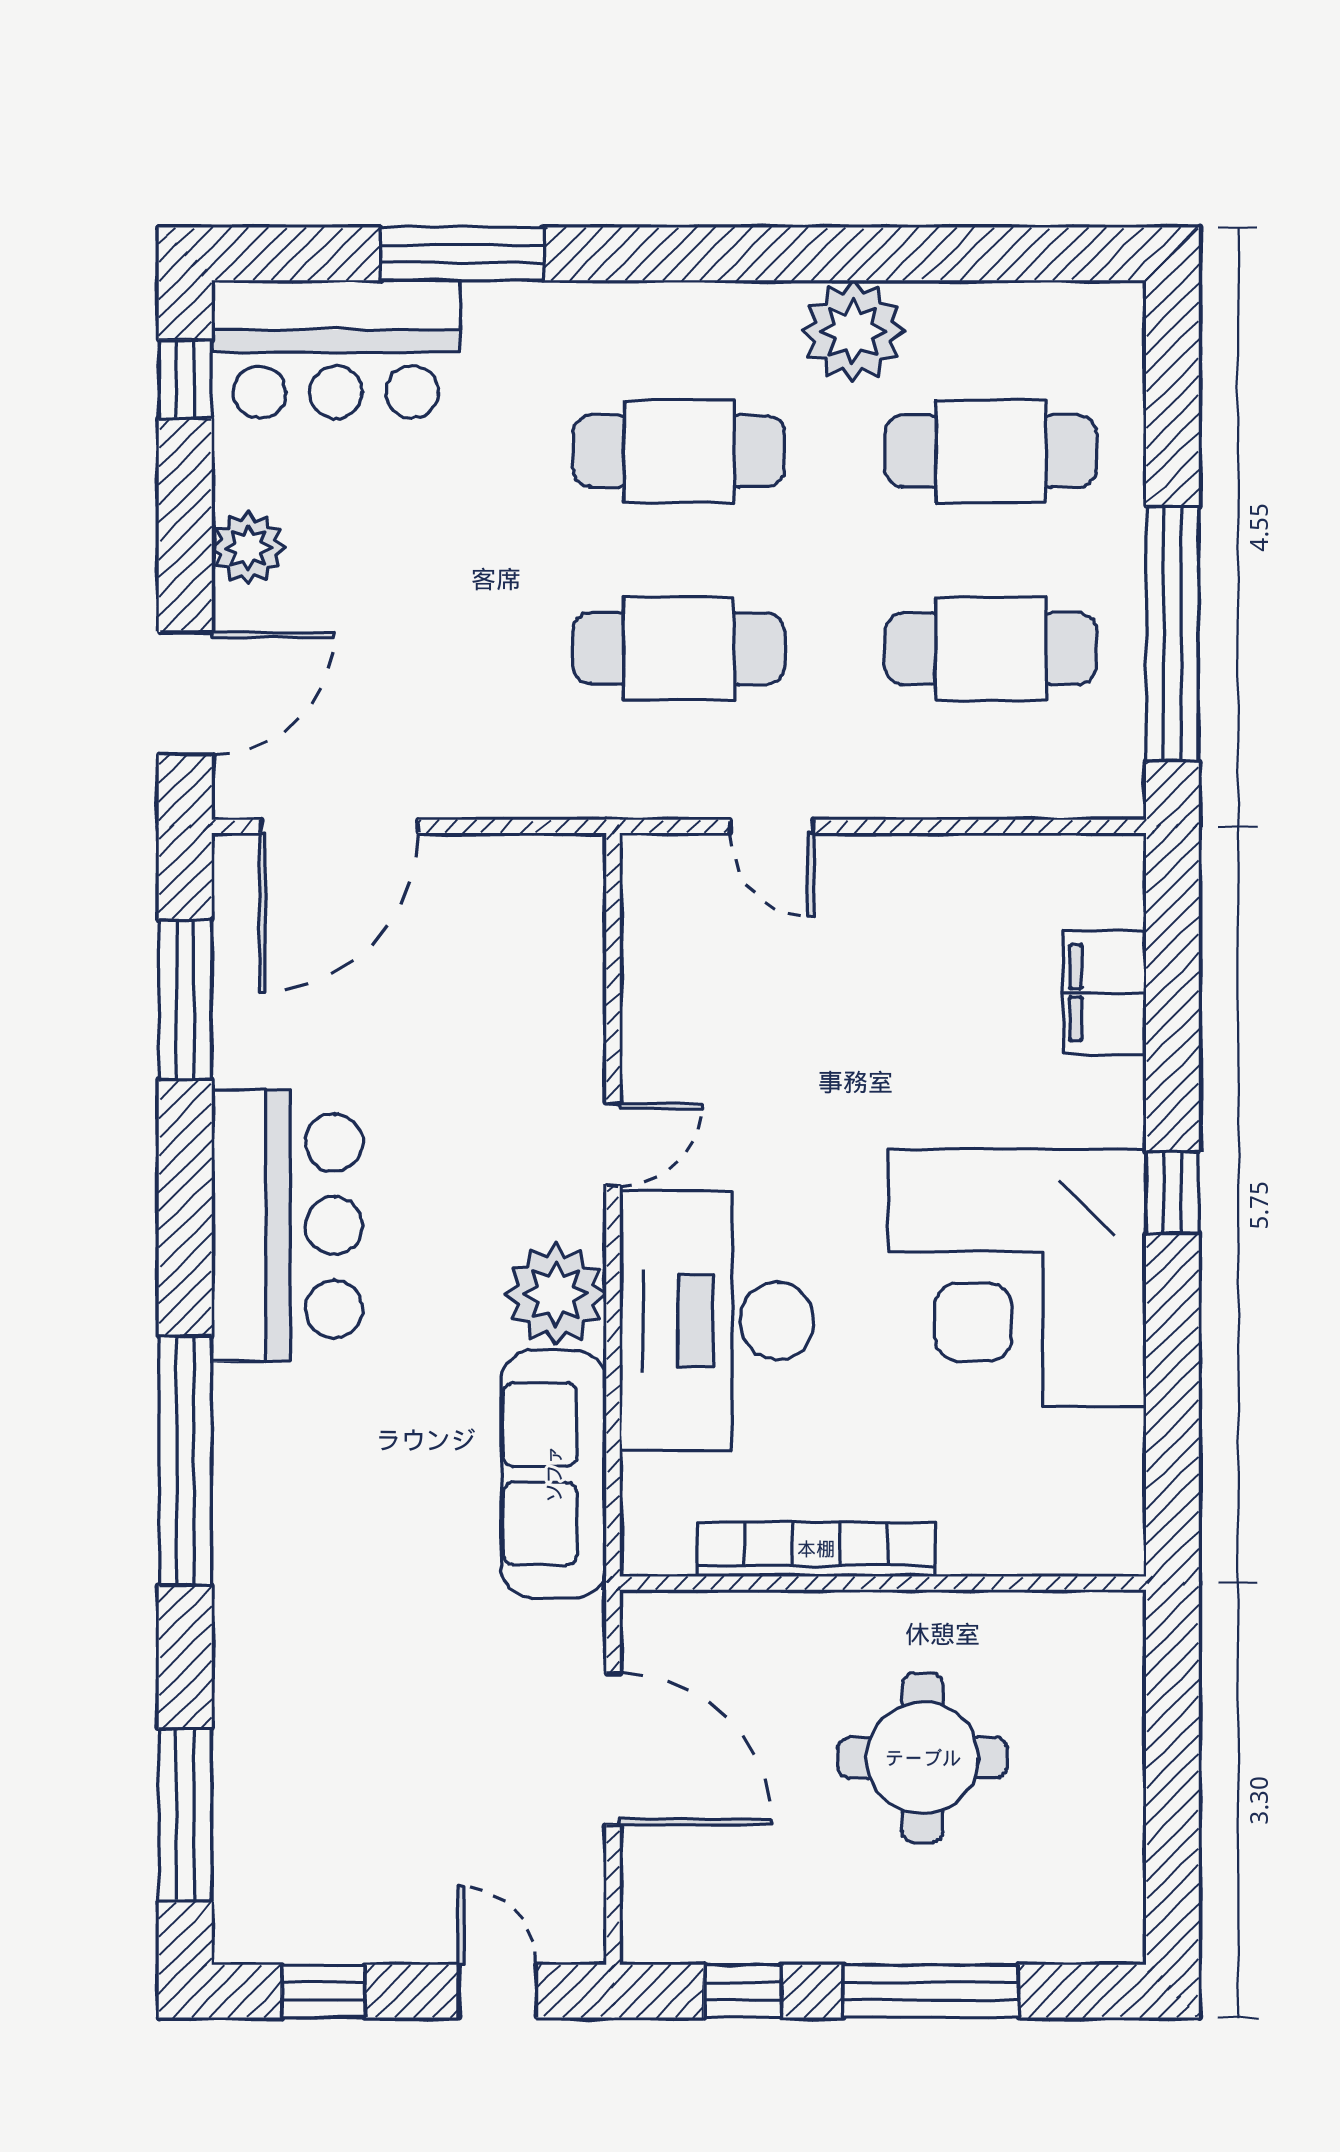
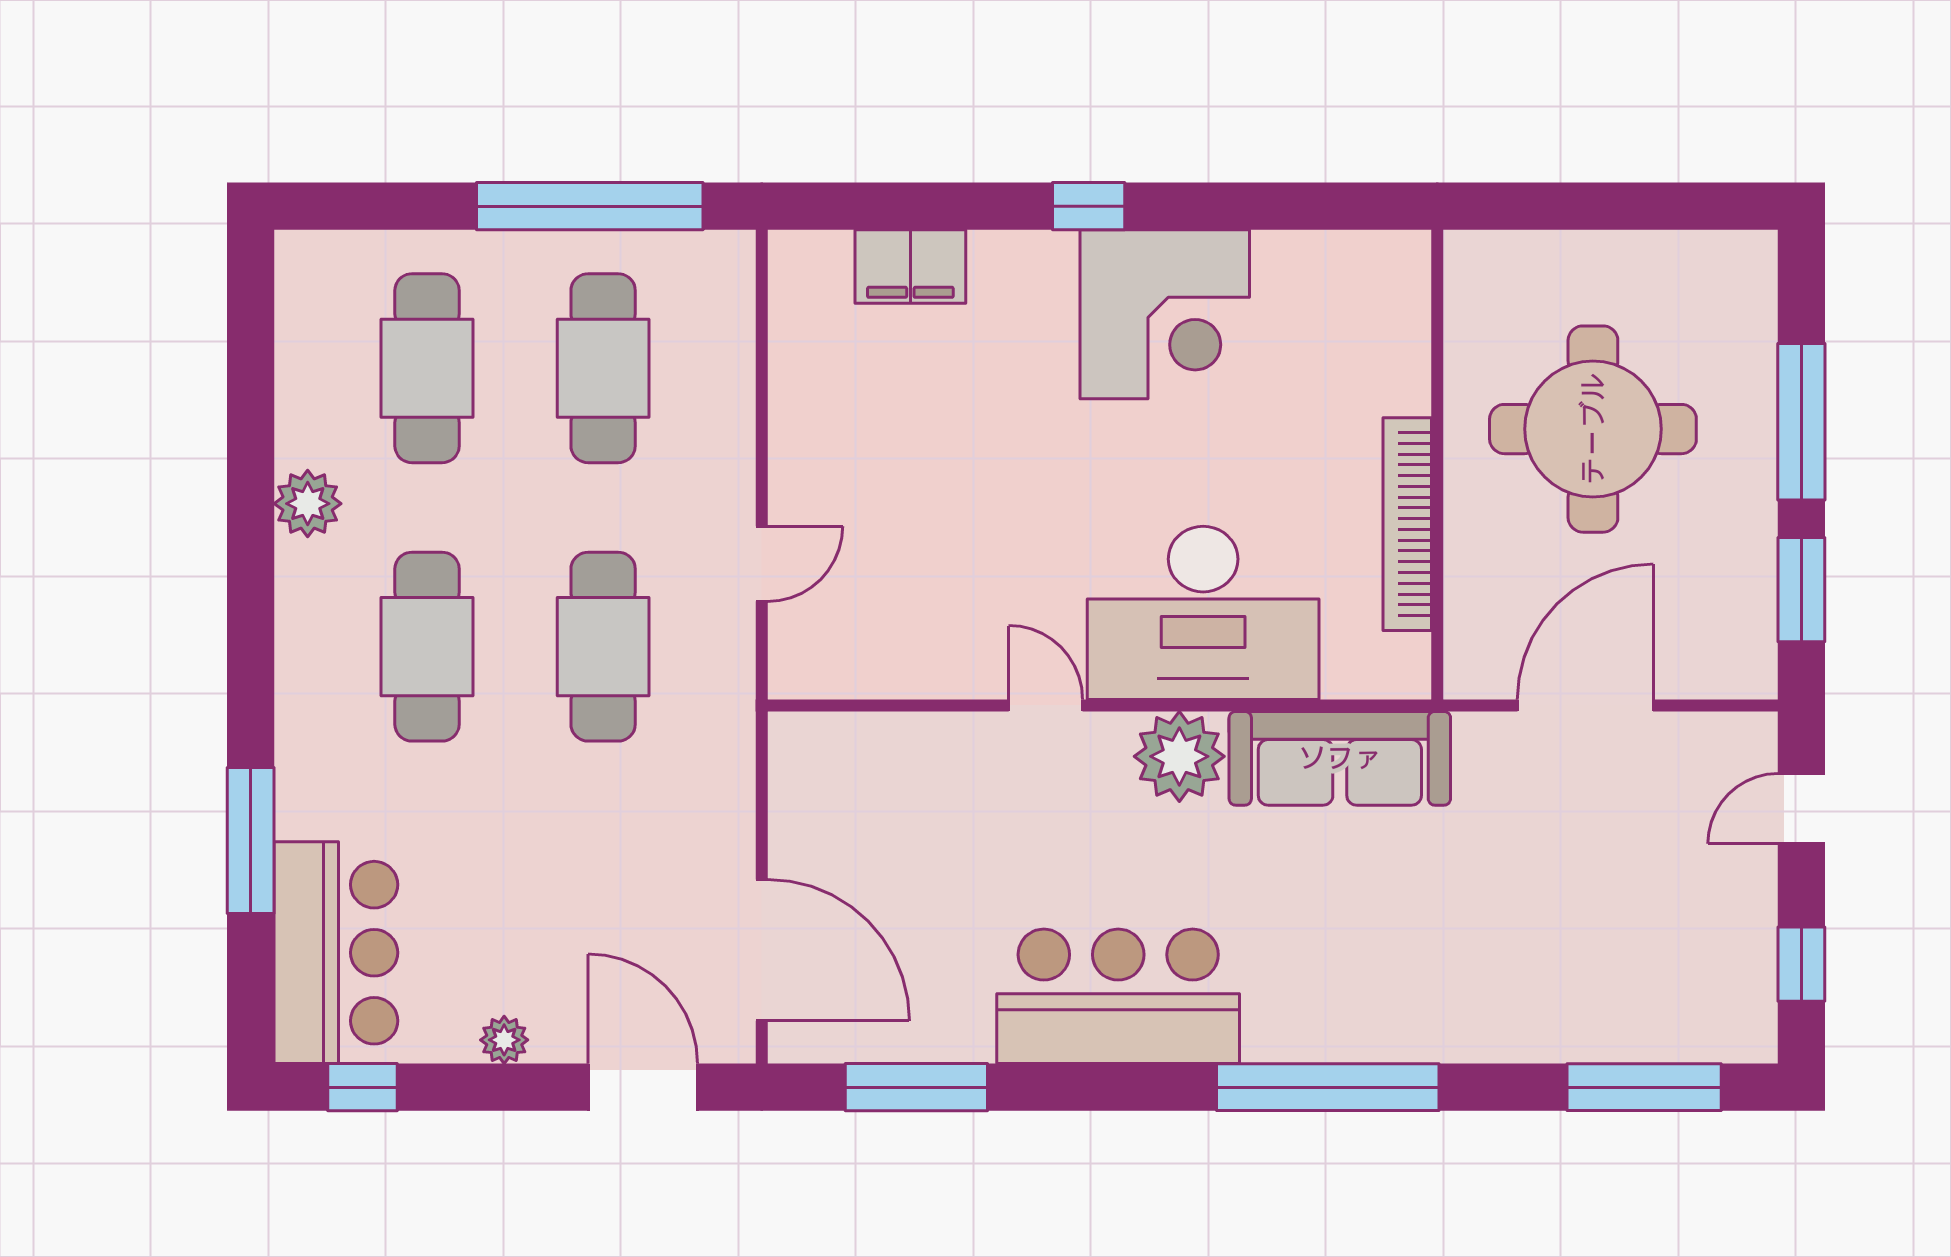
plant: (853, 331) -> (308, 504), width x0.73, depth x0.73
plant: (248, 548) -> (504, 1040), width x0.73, depth x0.73
corner desk: (1017, 1278) -> (1165, 314), width x0.74, depth x0.74
round table: (923, 1758) -> (1593, 429), width x1.36, depth x1.36
window: (743, 1991) -> (1801, 590), width x1.50

